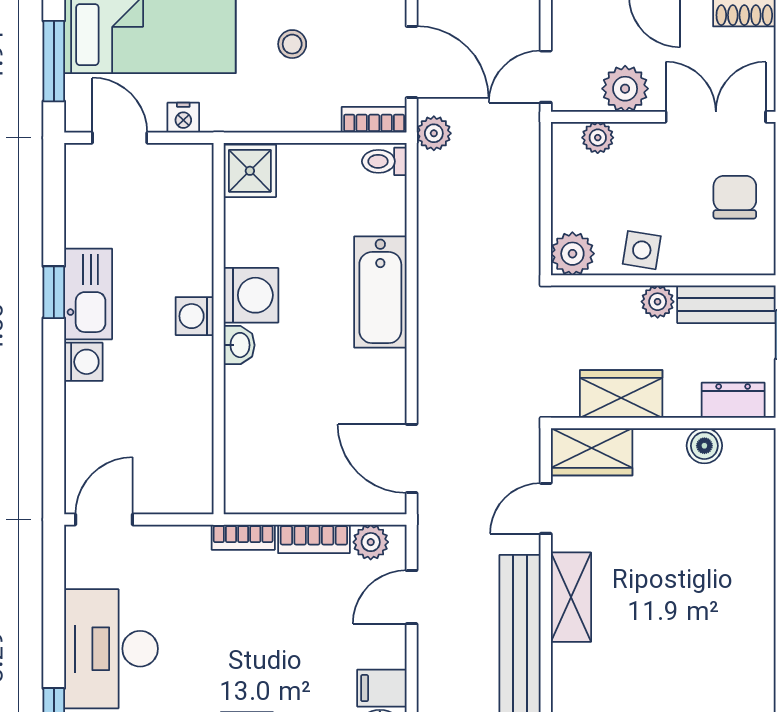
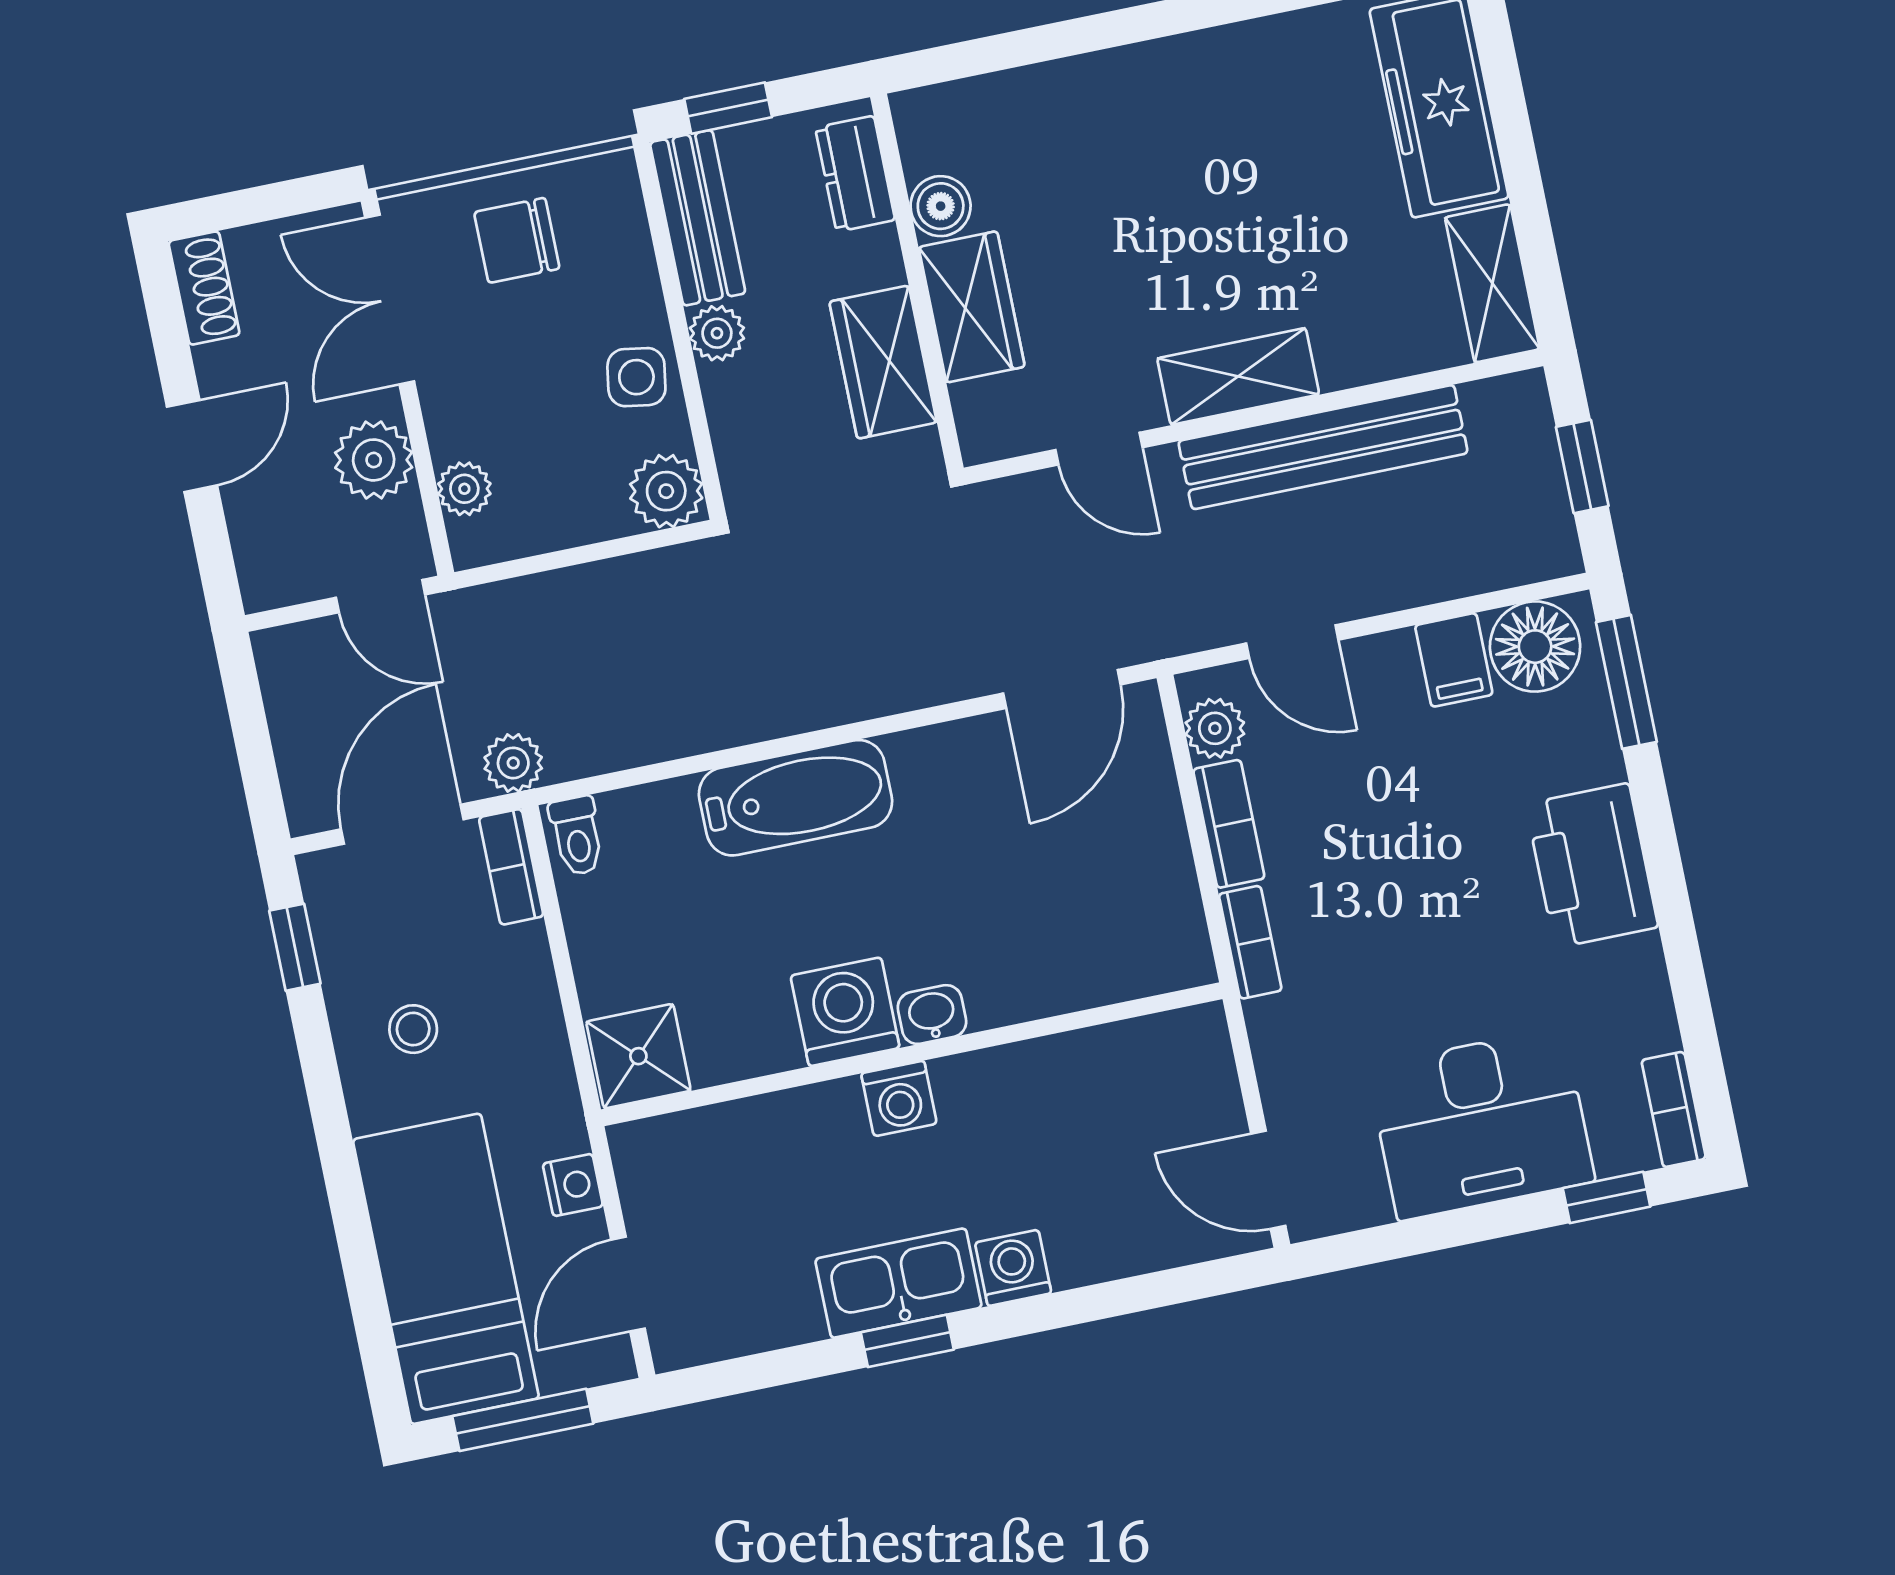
wardrobe: (592, 452) -> (972, 307), moved

